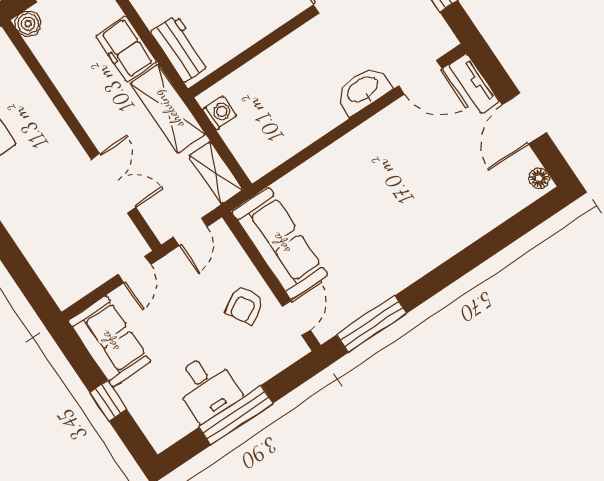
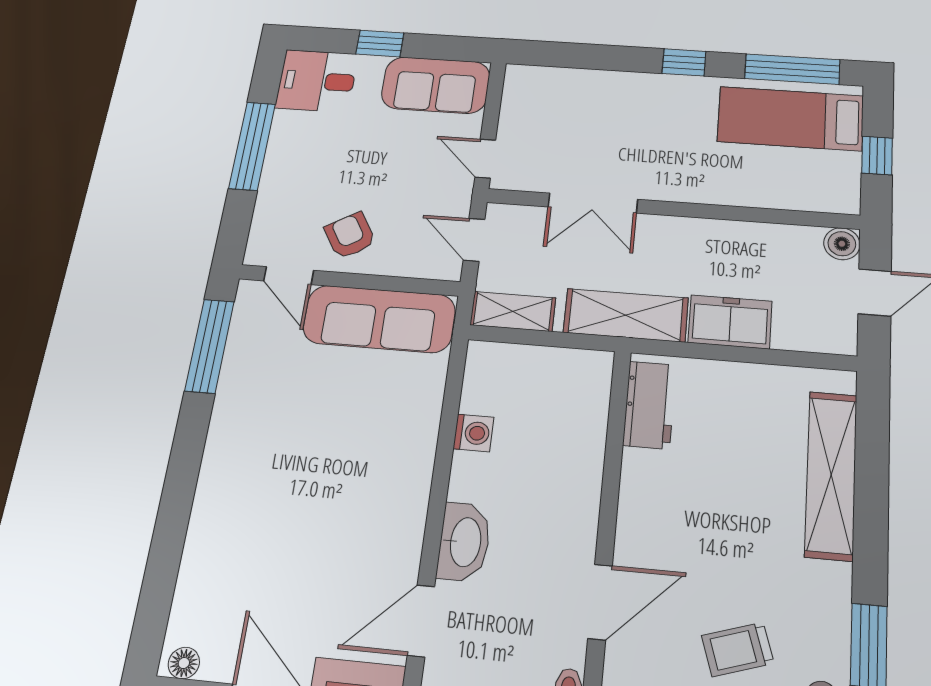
workbench: (180, 49) -> (649, 405), moved, turned -90
washing machine: (220, 113) -> (473, 433), moved, turned -90
desk: (207, 387) -> (317, 81), moved

